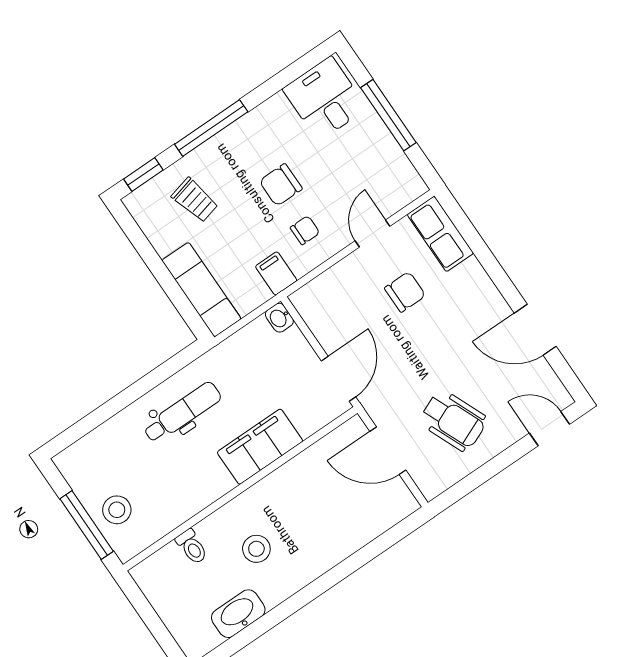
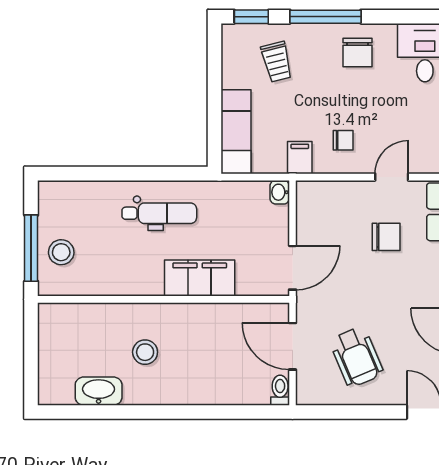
chair: (281, 185) -> (357, 53), moved, turned -90
toilet: (192, 547) -> (280, 390), moved, turned 180

